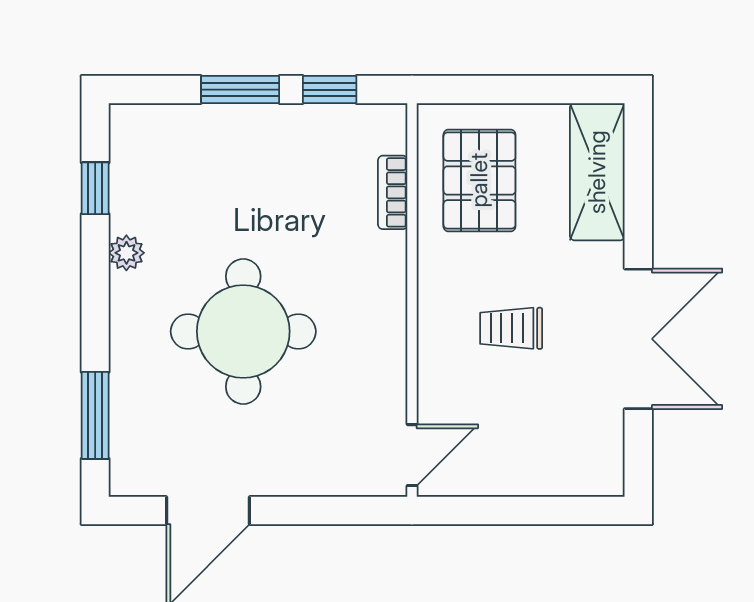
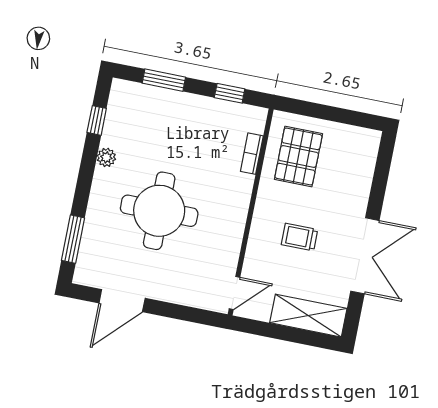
window: (240, 90) -> (164, 80), moved
shelving: (597, 172) -> (308, 316), moved, turned 90

